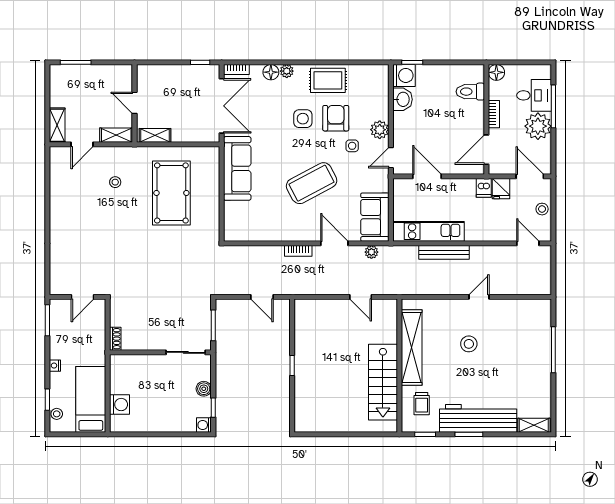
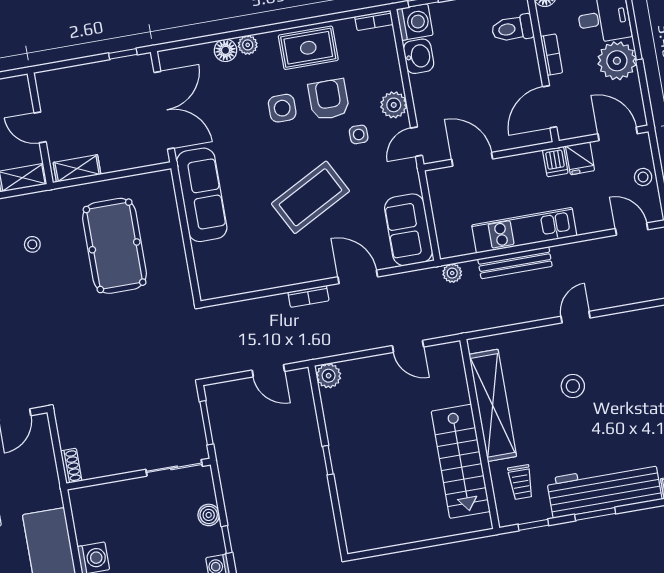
bookcase: (236, 69) -> (374, 20), moved
kitchen unit: (428, 231) -> (524, 230), moved
plant: (371, 252) -> (452, 273), moved
plant: (303, 308) -> (329, 376), added

